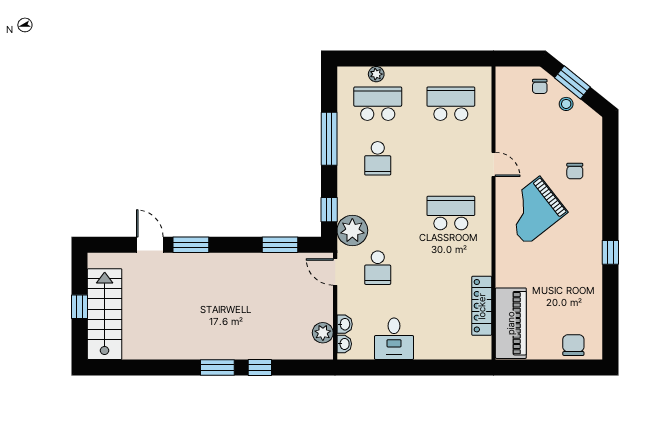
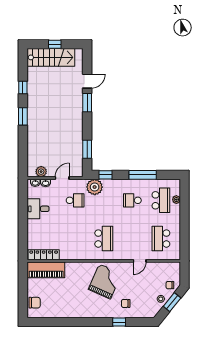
school desk: (451, 104) -> (161, 239), turned 180
door: (494, 164) -> (140, 261), moved
grand piano: (533, 211) -> (105, 281), turned 62
window: (610, 252) -> (119, 322), moved
school desk: (378, 268) -> (75, 200), turned 180
door: (335, 272) -> (62, 178), moved
locker: (482, 306) -> (44, 255), moved
window: (260, 368) -> (23, 88), moved

